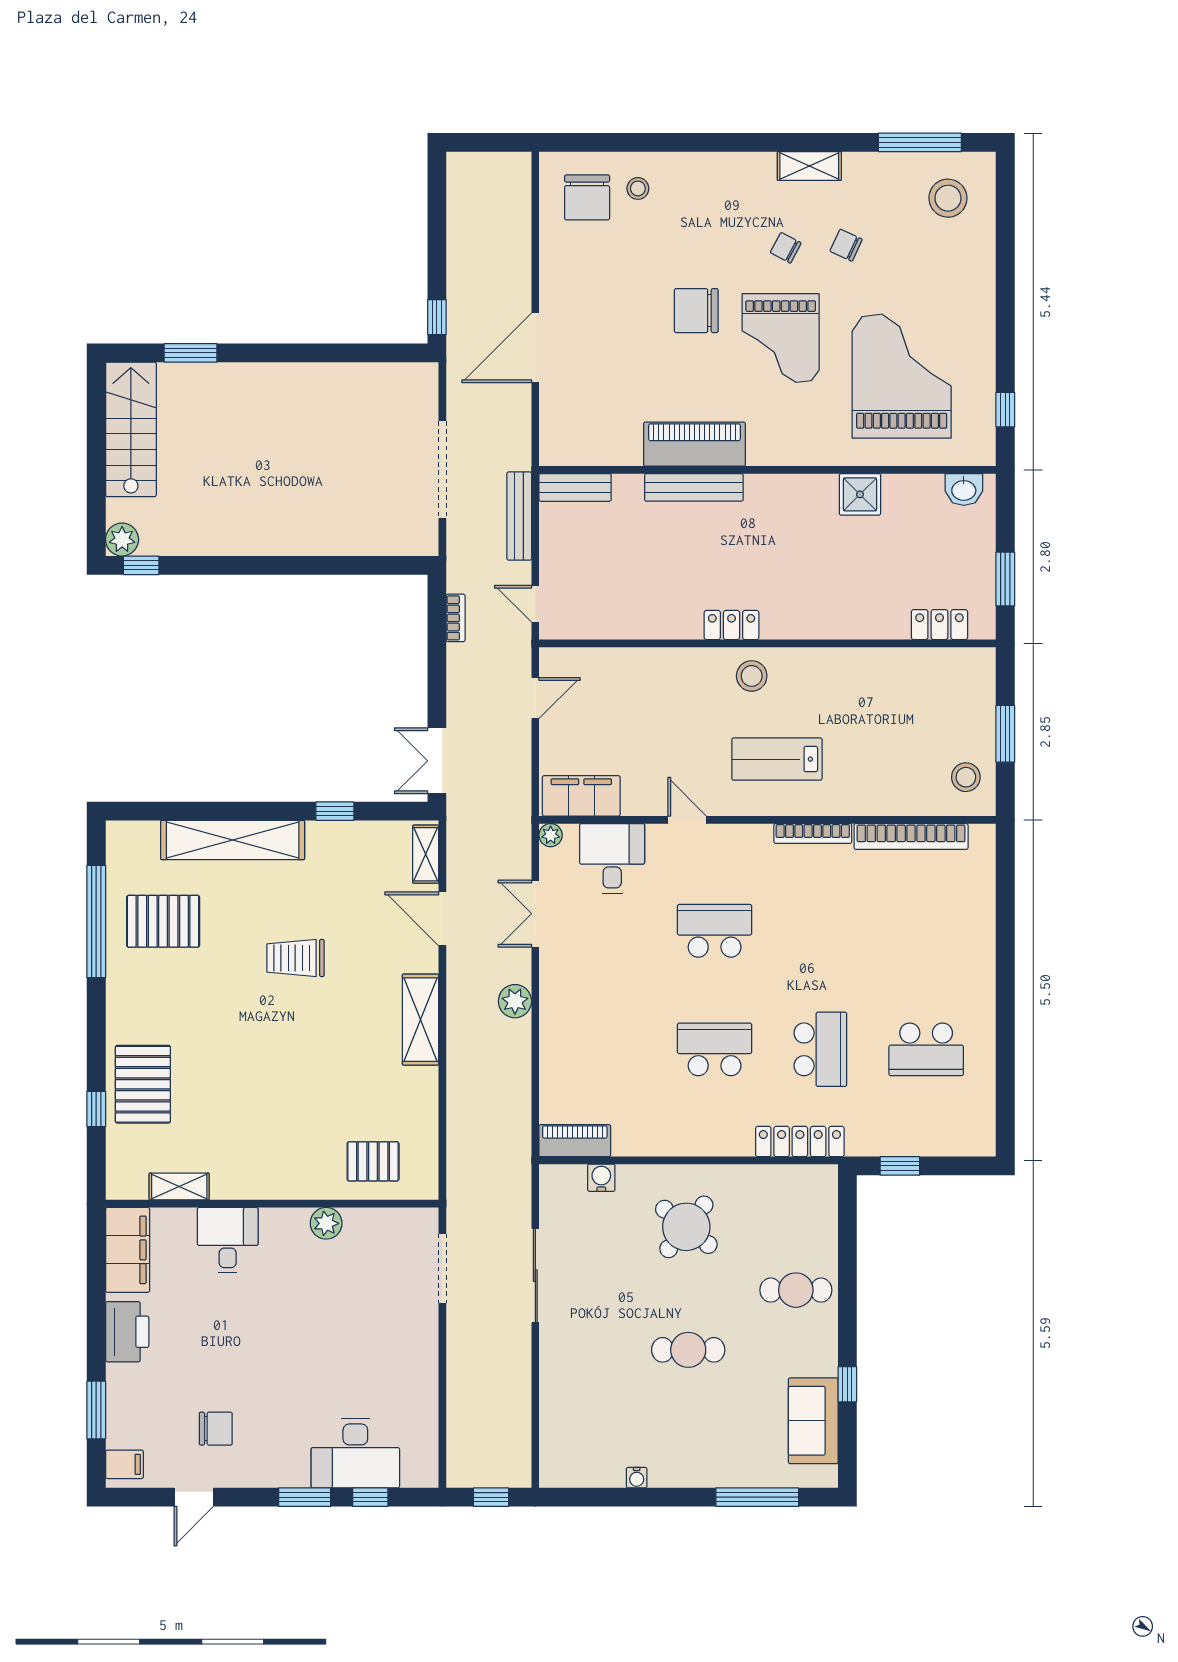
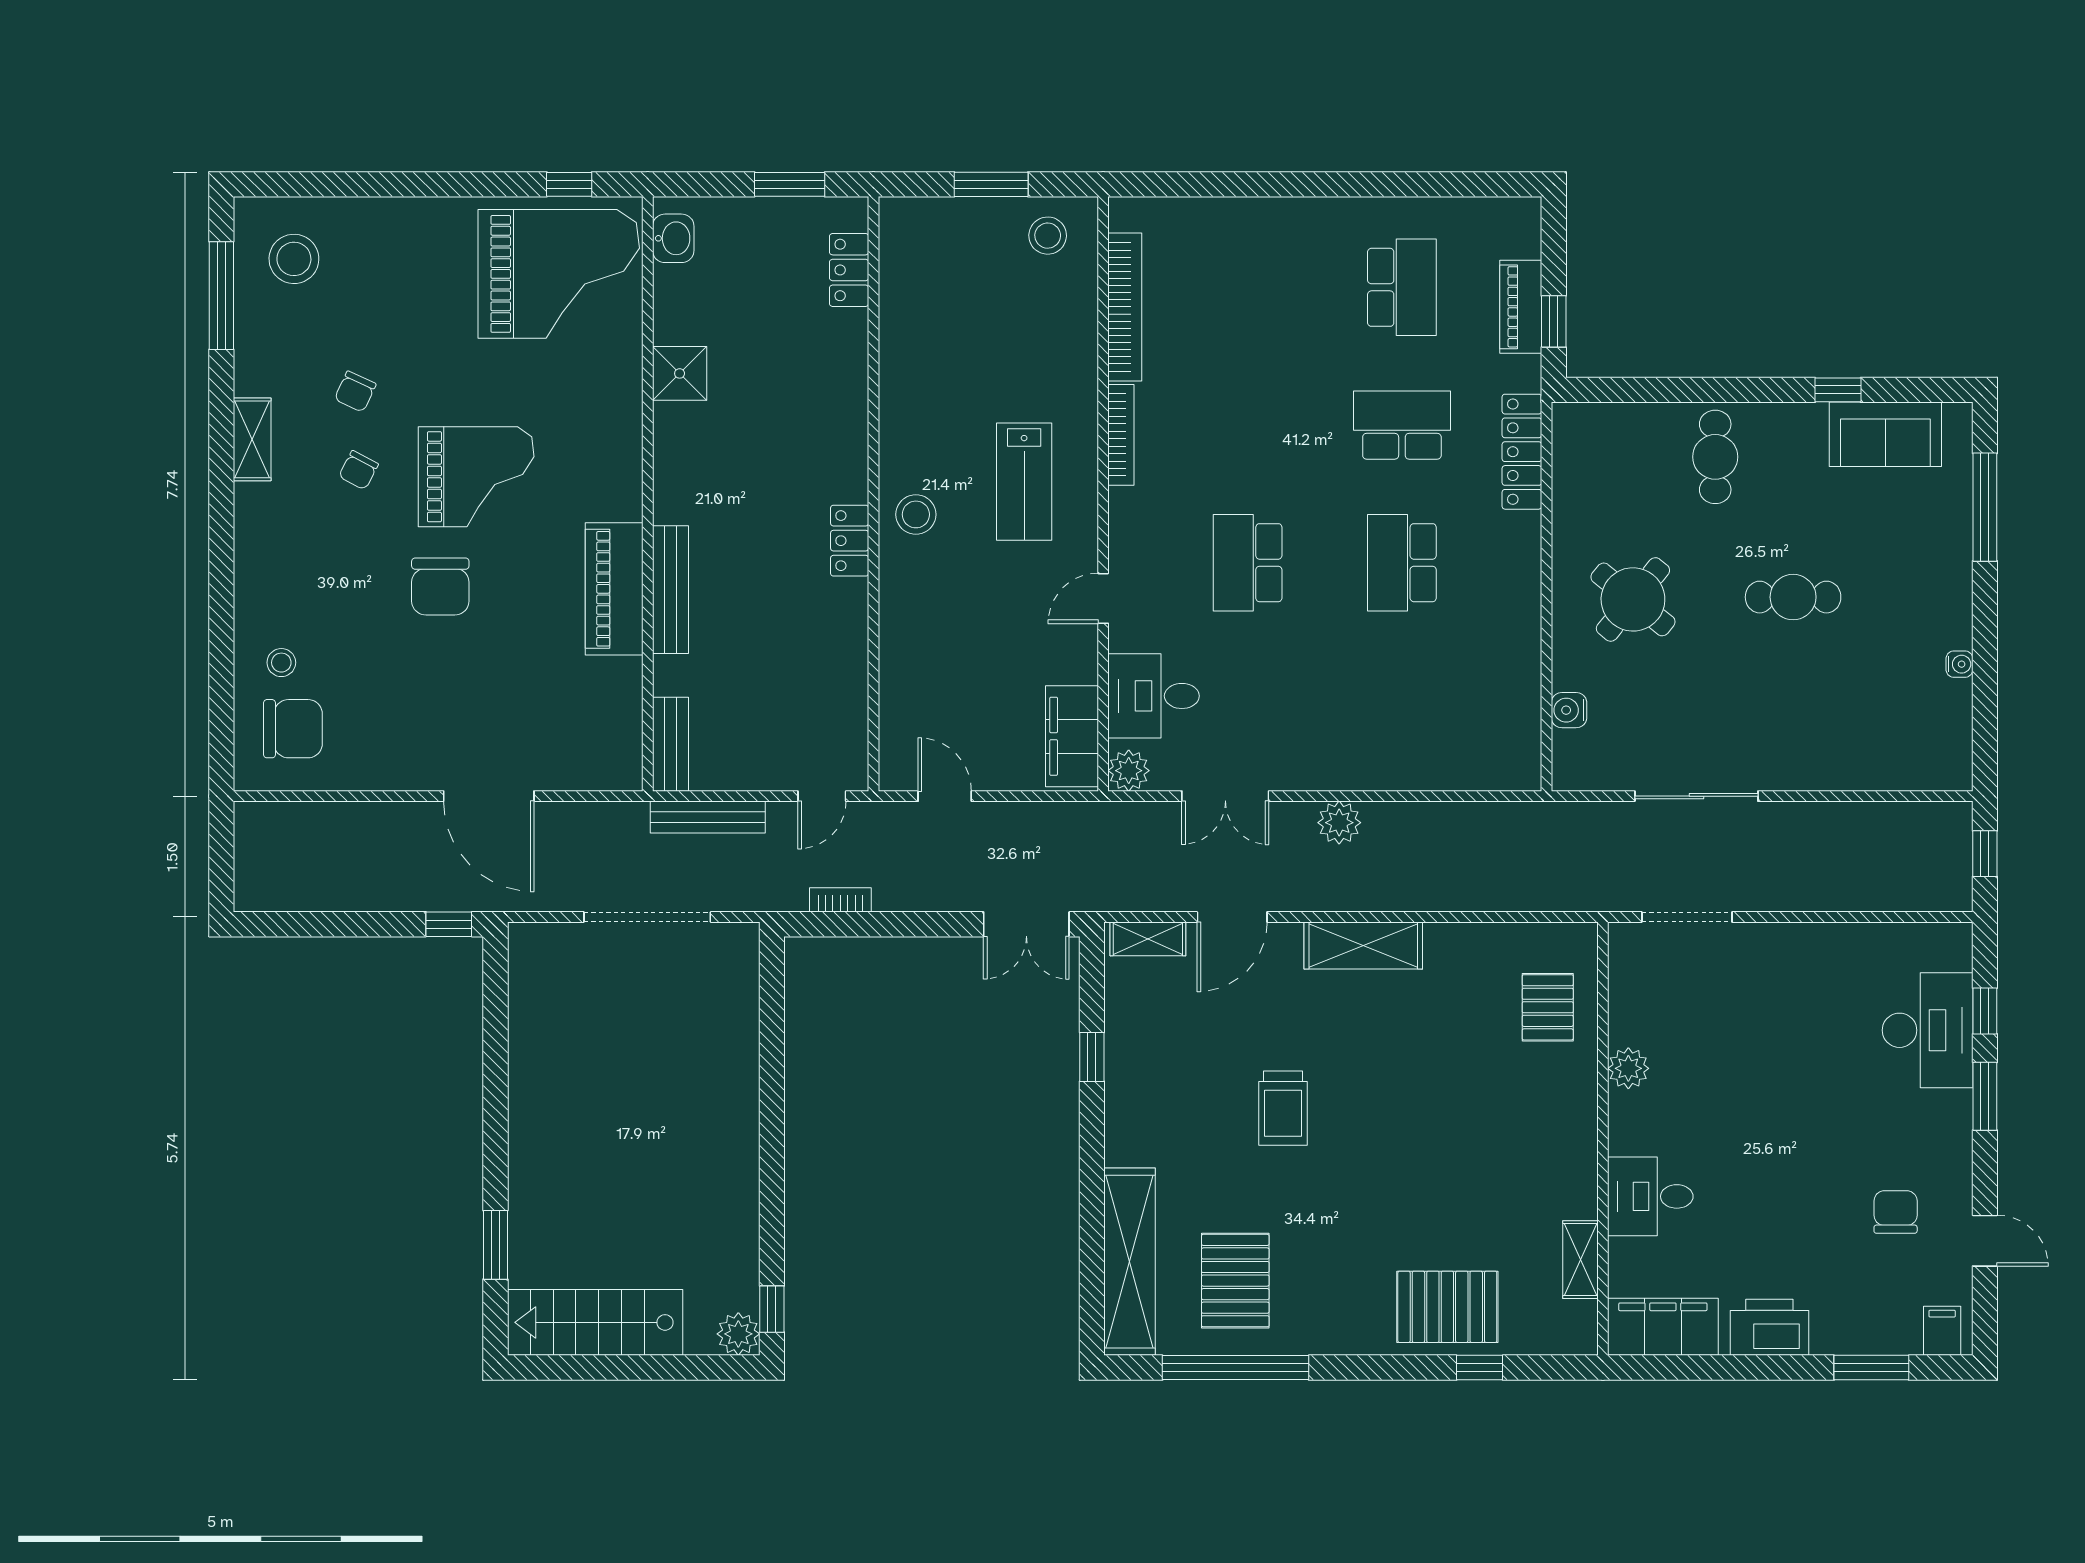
grand piano: (902, 376) -> (559, 274), moved, turned 180
plant: (551, 835) -> (1129, 771), width x1.38, depth x1.38
shelving: (233, 840) -> (1130, 1262), moved
piano: (575, 1141) -> (1521, 307), moved
cafe table: (688, 1350) -> (1793, 597), turned 90

